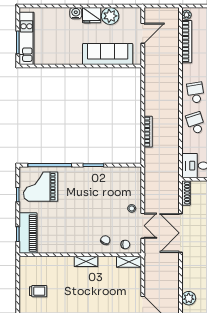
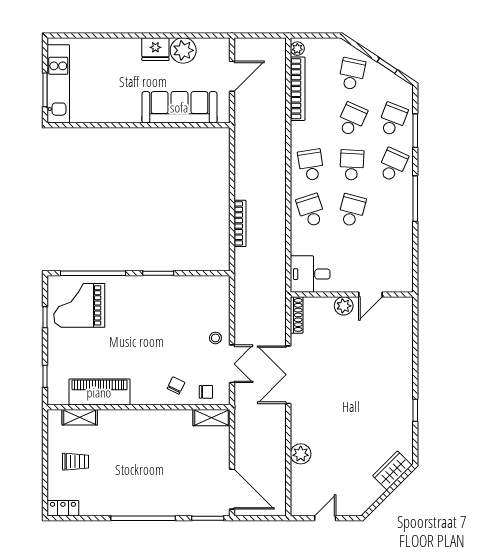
water cooler: (76, 13) -> (132, 46), removed
piano: (28, 233) -> (99, 392), moved, turned -90
shelving: (86, 261) -> (80, 417), moved
plant: (189, 298) -> (301, 454), moved

